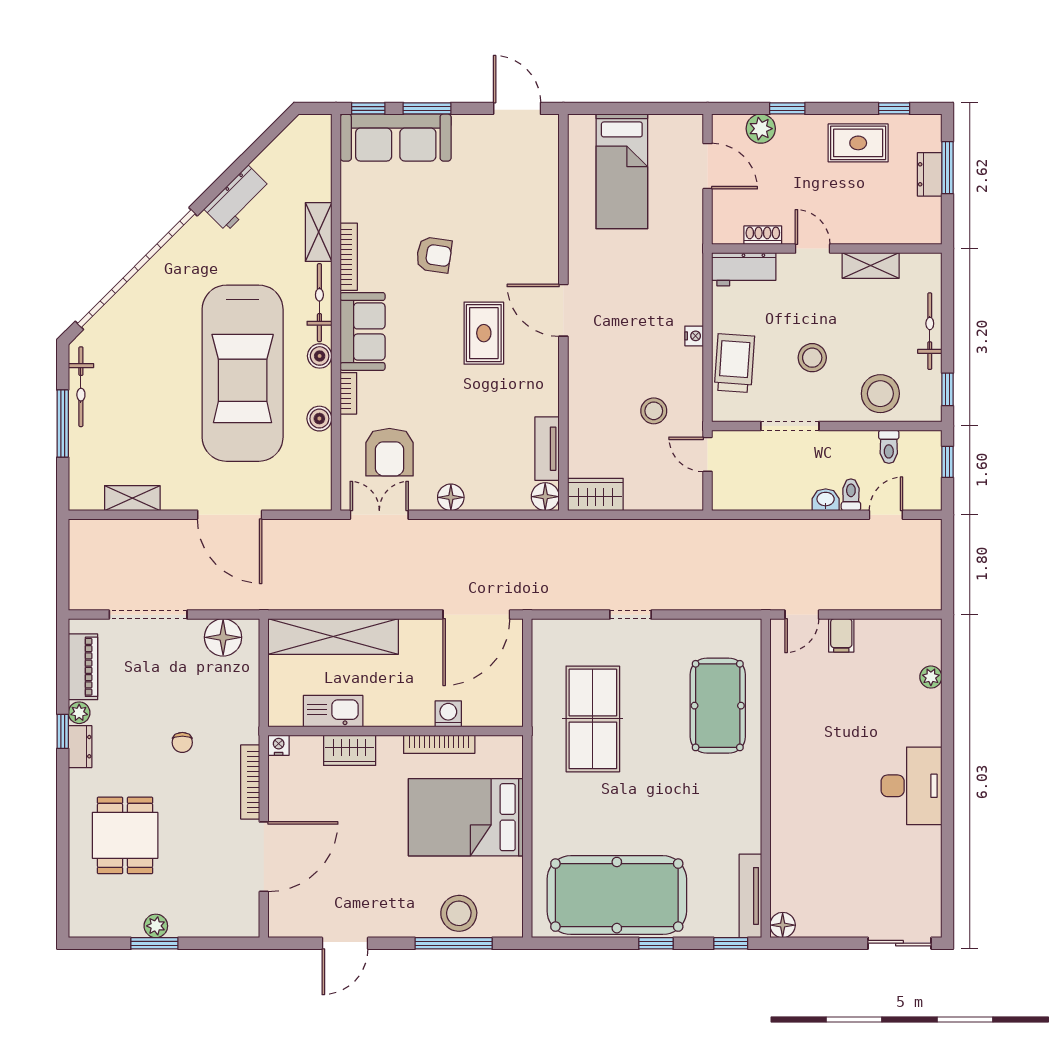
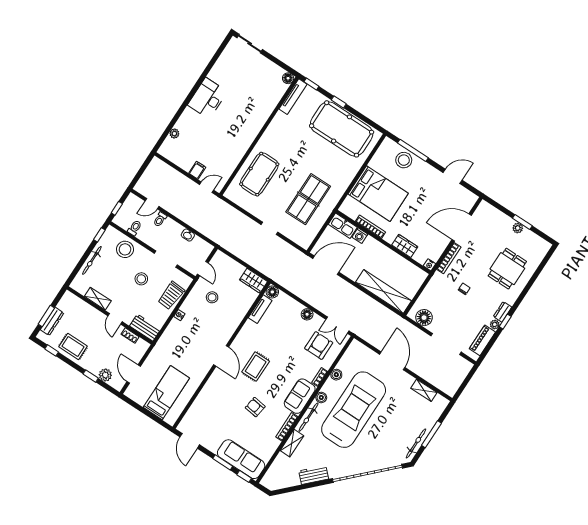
dresser: (930, 174) -> (52, 321), width x1.44
washbasin: (826, 500) -> (188, 235), moved
kitchen sink: (333, 711) -> (343, 226), moved

